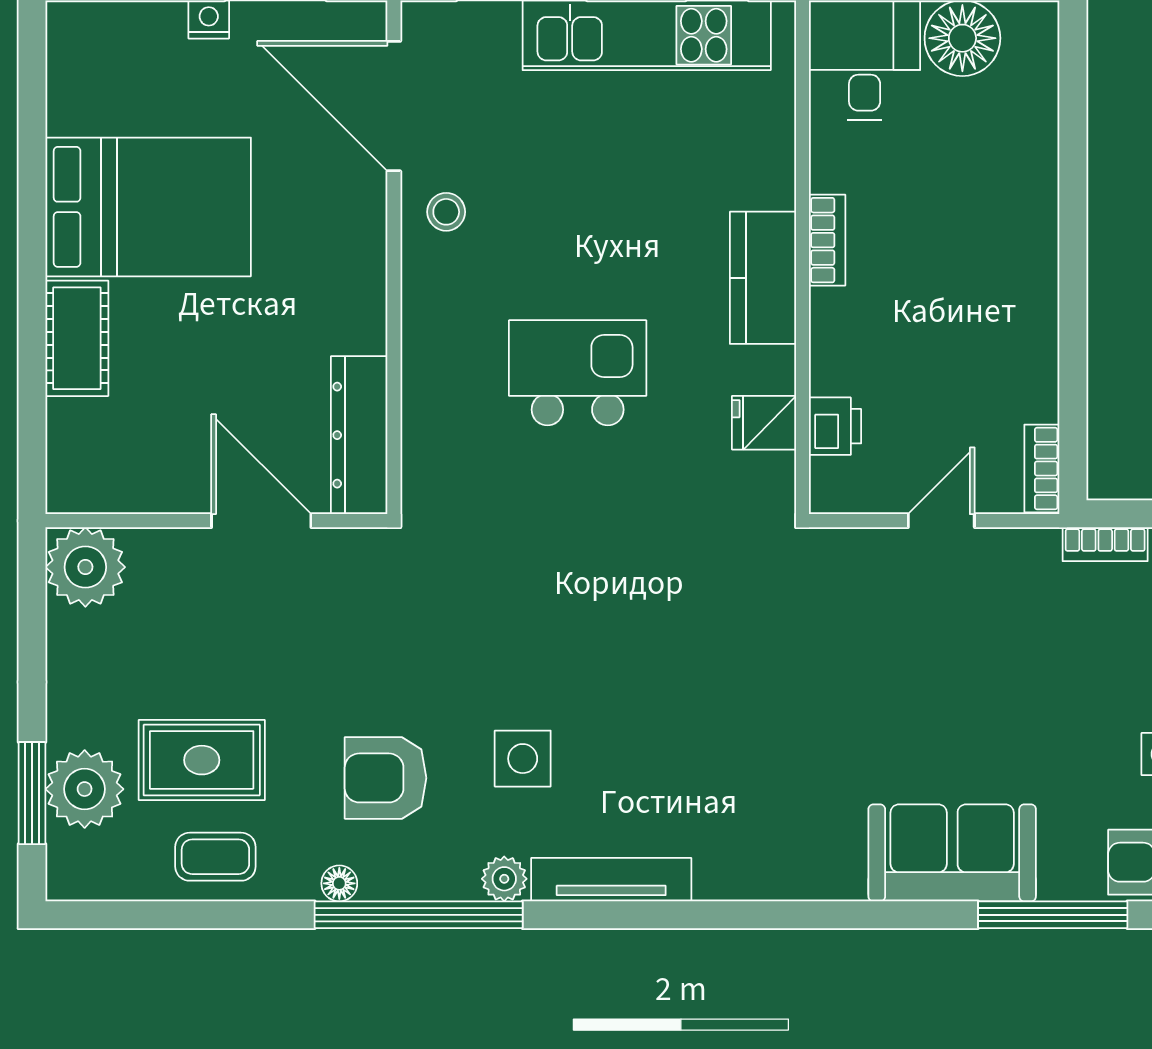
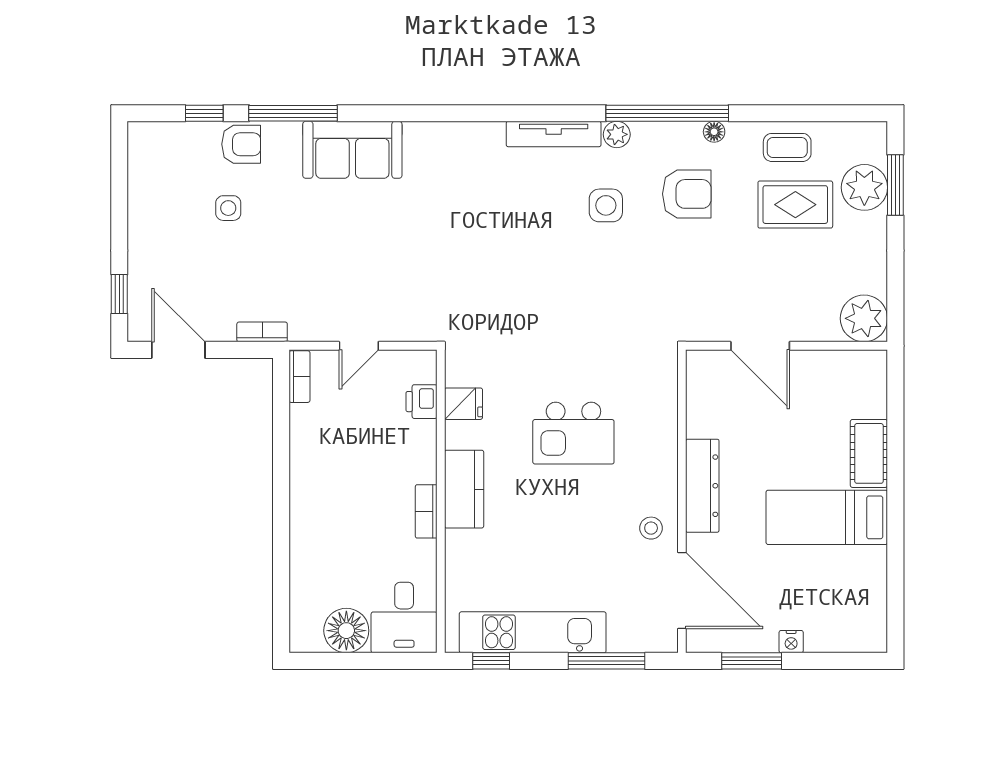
bed: (148, 207) -> (827, 517), width x0.67
dresser: (359, 435) -> (702, 486), moved

